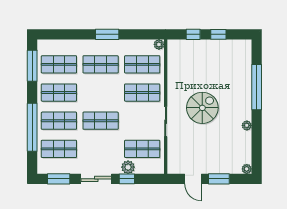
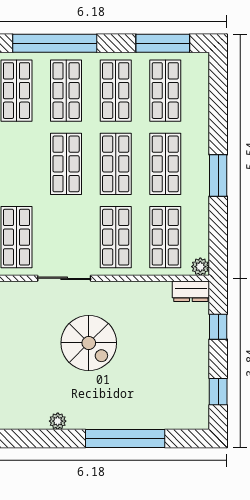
window: (218, 34) -> (218, 392), moved
dresser: (173, 50) -> (191, 291), added
shop shelf: (101, 93) -> (116, 164), added

